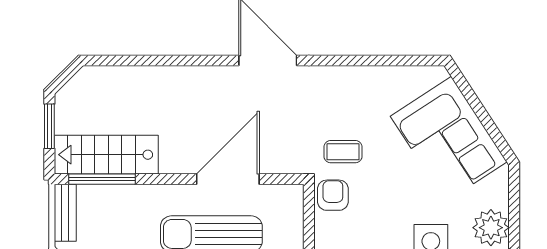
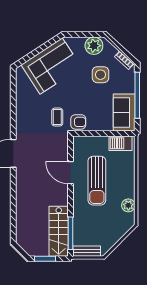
door: (228, 179) -> (71, 173), width x0.73
armchair: (333, 195) -> (78, 122), turned 180

